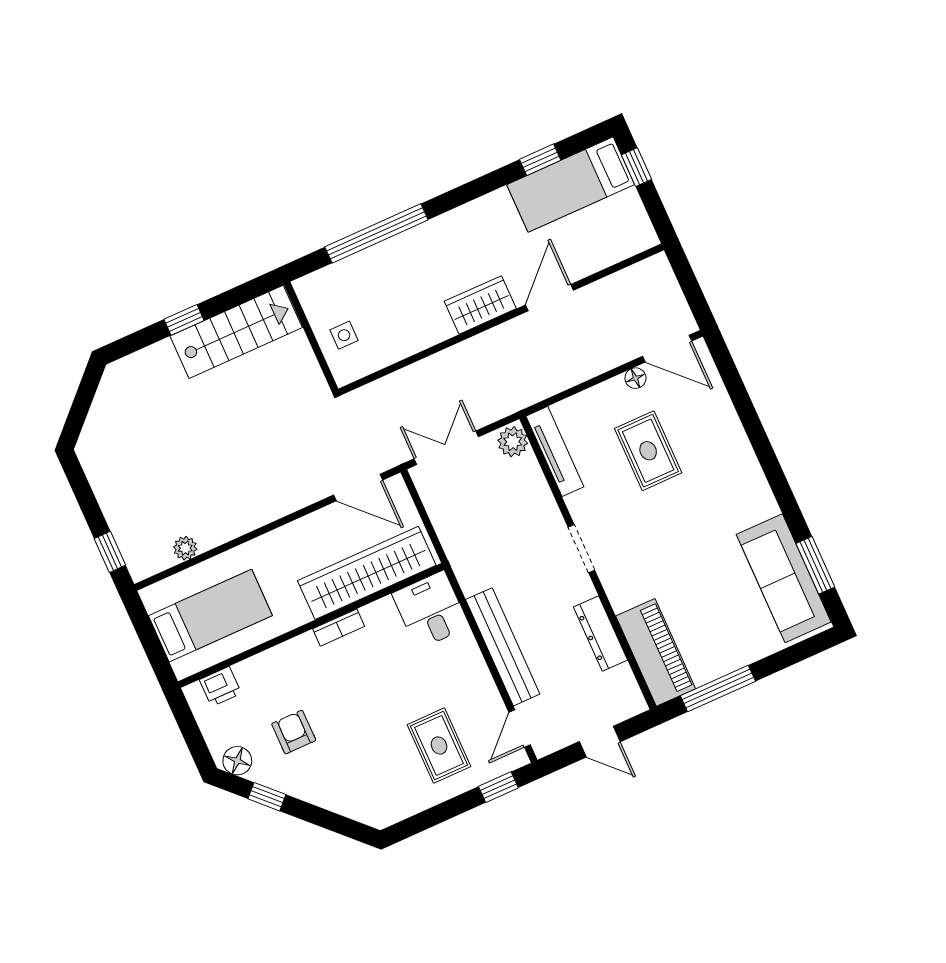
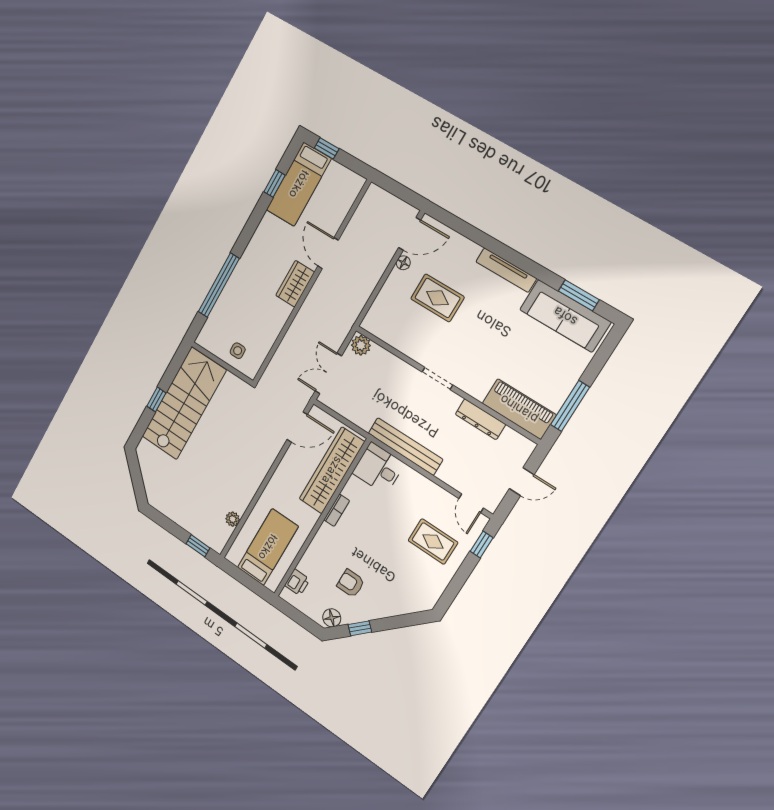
stairs: (236, 332) -> (184, 403), width x1.36, depth x1.51
tv unit: (555, 451) -> (506, 270), moved, turned 180
bench: (503, 647) -> (405, 446), moved

